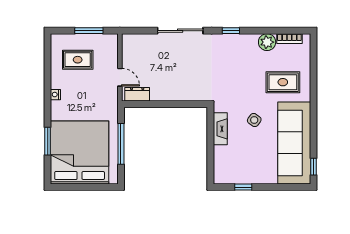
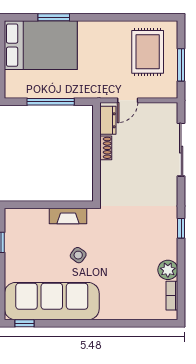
sliding door: (180, 31) -> (181, 150), moved
rug: (78, 60) -> (148, 52), width x1.36, depth x1.43
rug: (283, 82) -> (122, 288), removed
nightstand: (55, 95) -> (108, 26), removed
shoe rack: (161, 96) -> (106, 148), added
bed: (80, 152) -> (41, 45), width x0.73

